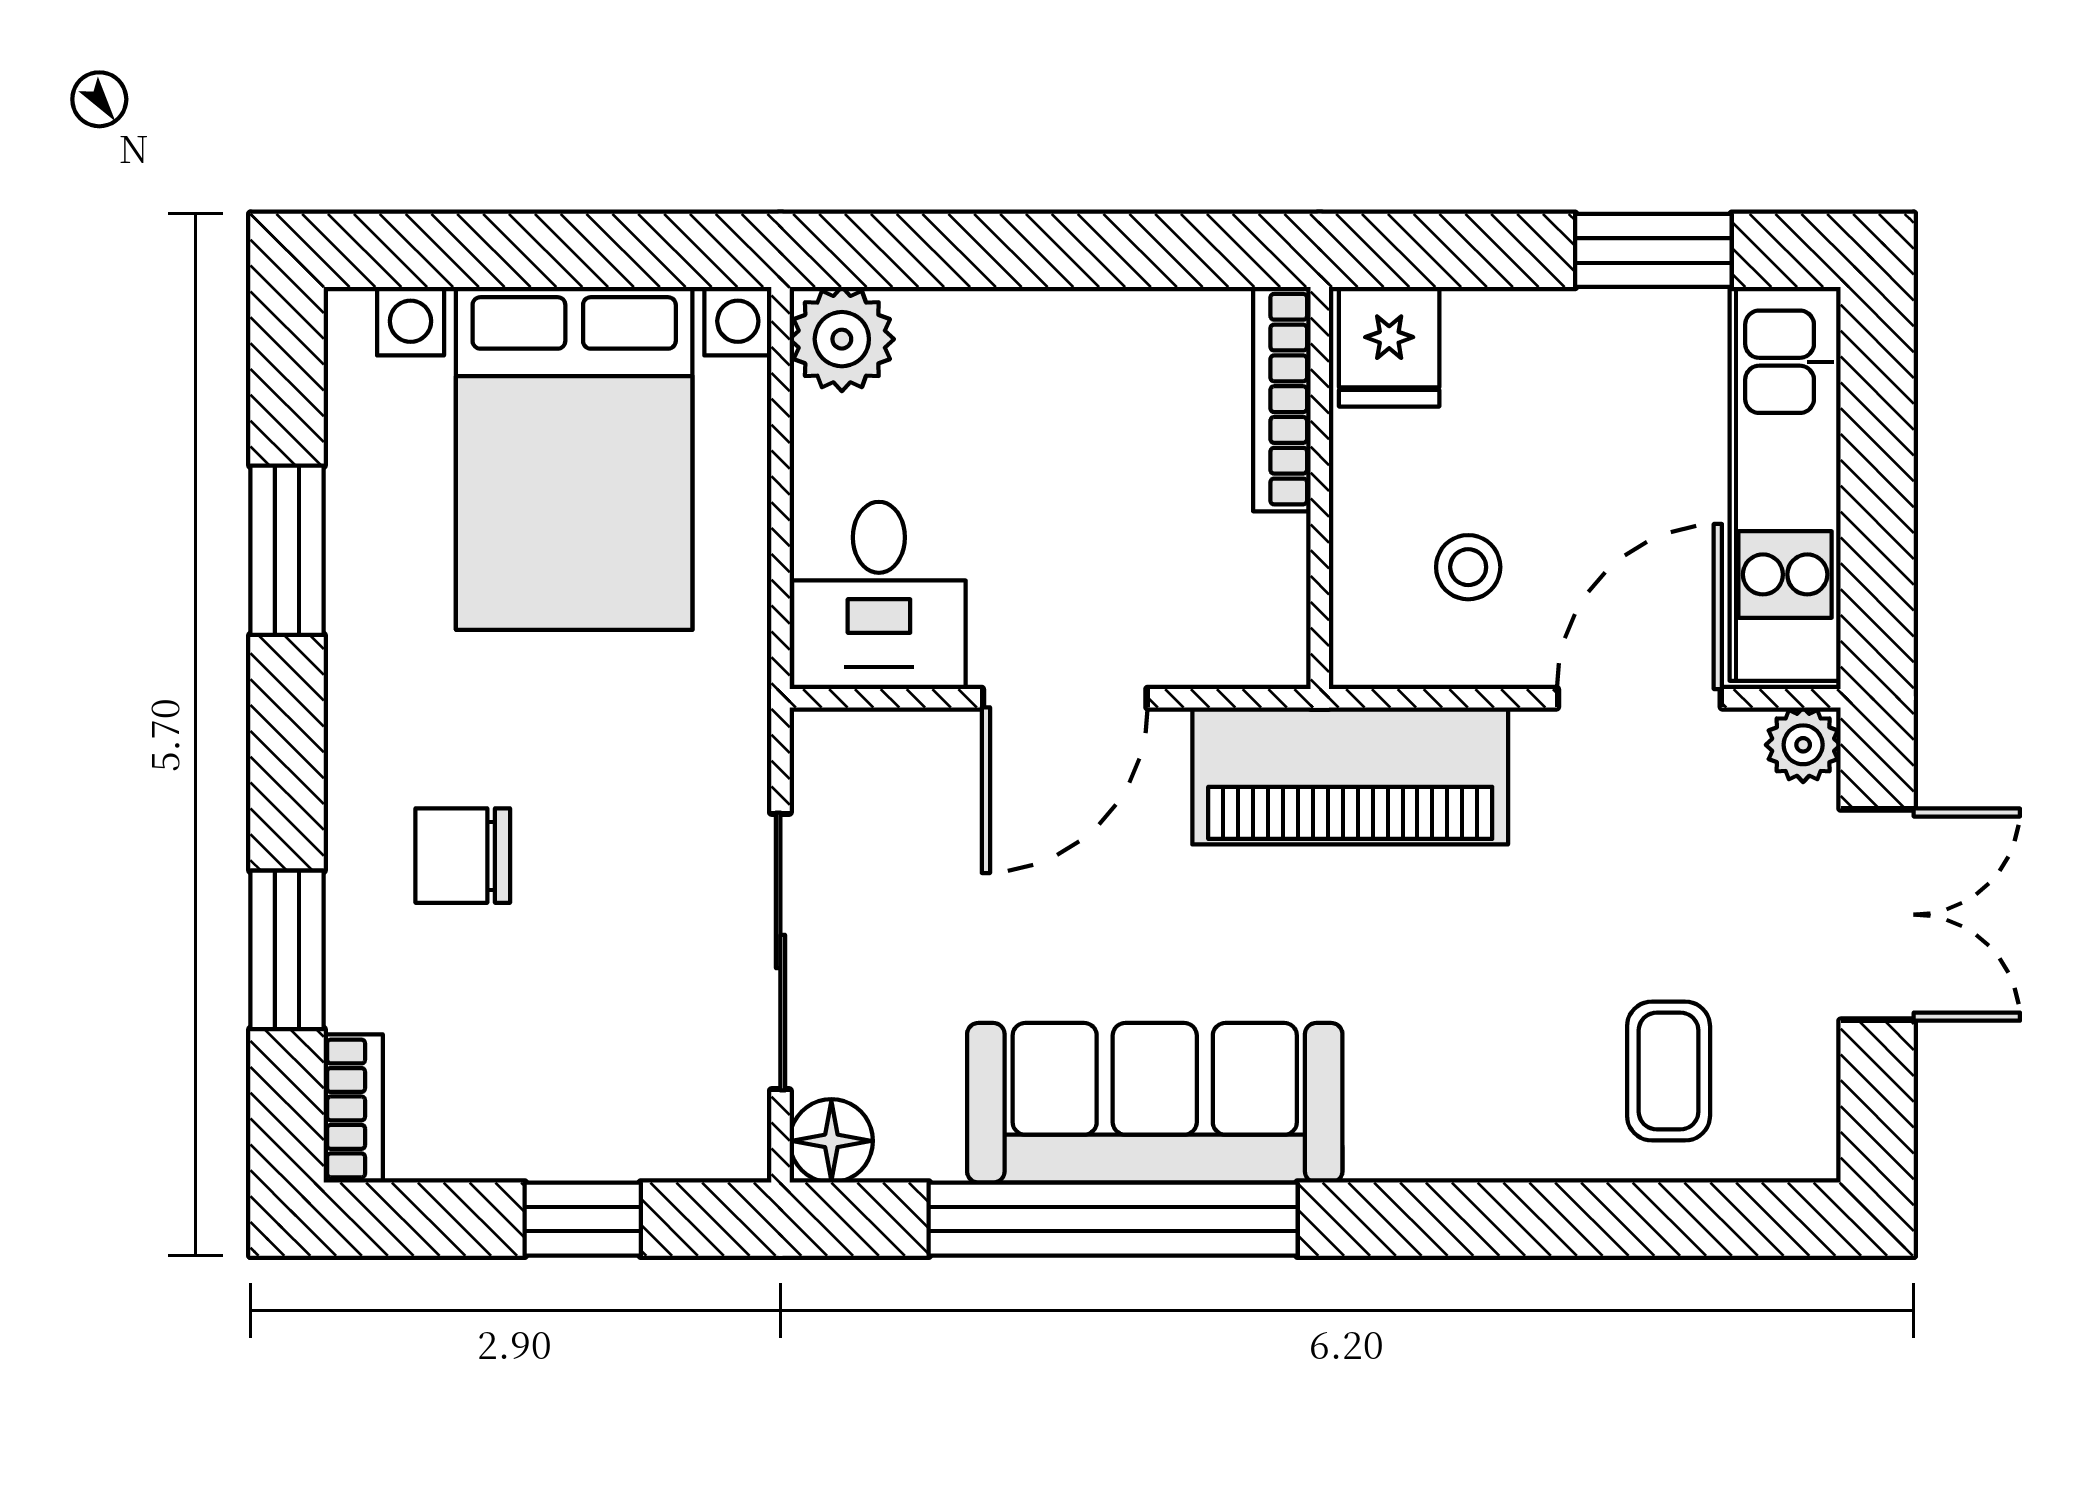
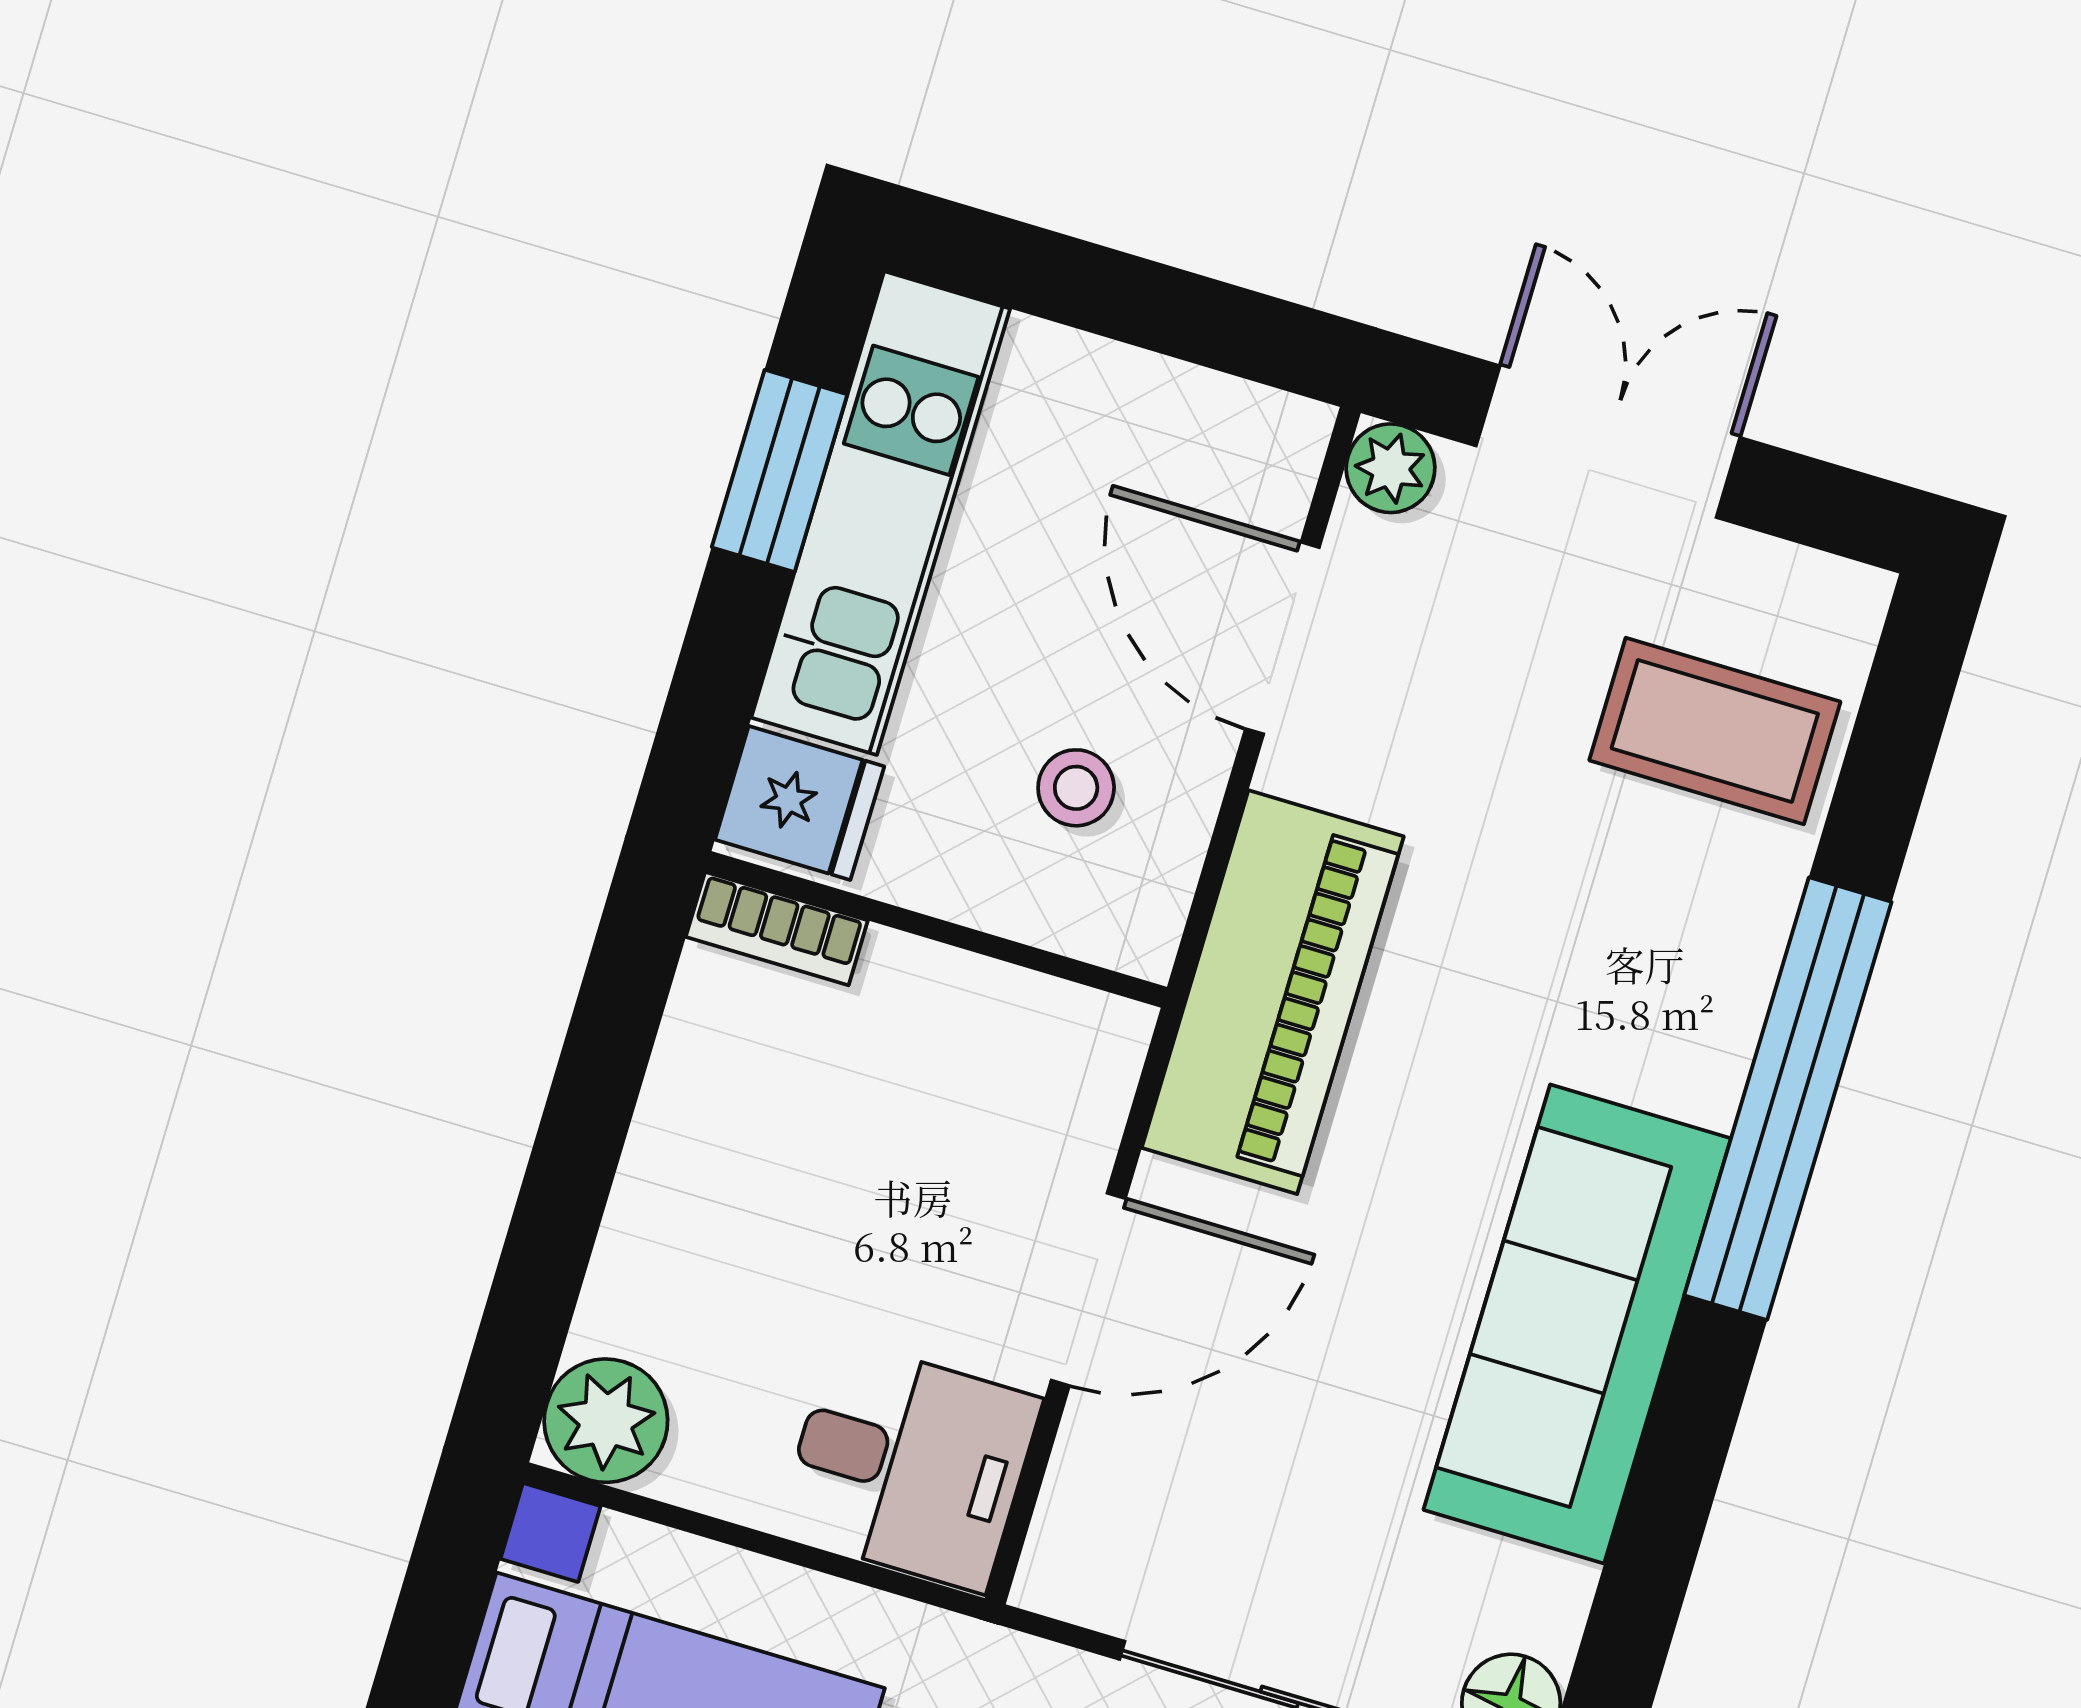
bookcase: (1282, 399) -> (777, 929), width x0.64
kitchen unit: (1785, 484) -> (881, 513), moved, turned -90
door: (1065, 698) -> (1088, 1289), hinge flipped
coffee table: (1669, 1071) -> (1715, 731), width x1.36, depth x1.30
window: (1113, 1219) -> (1788, 1099), moved

